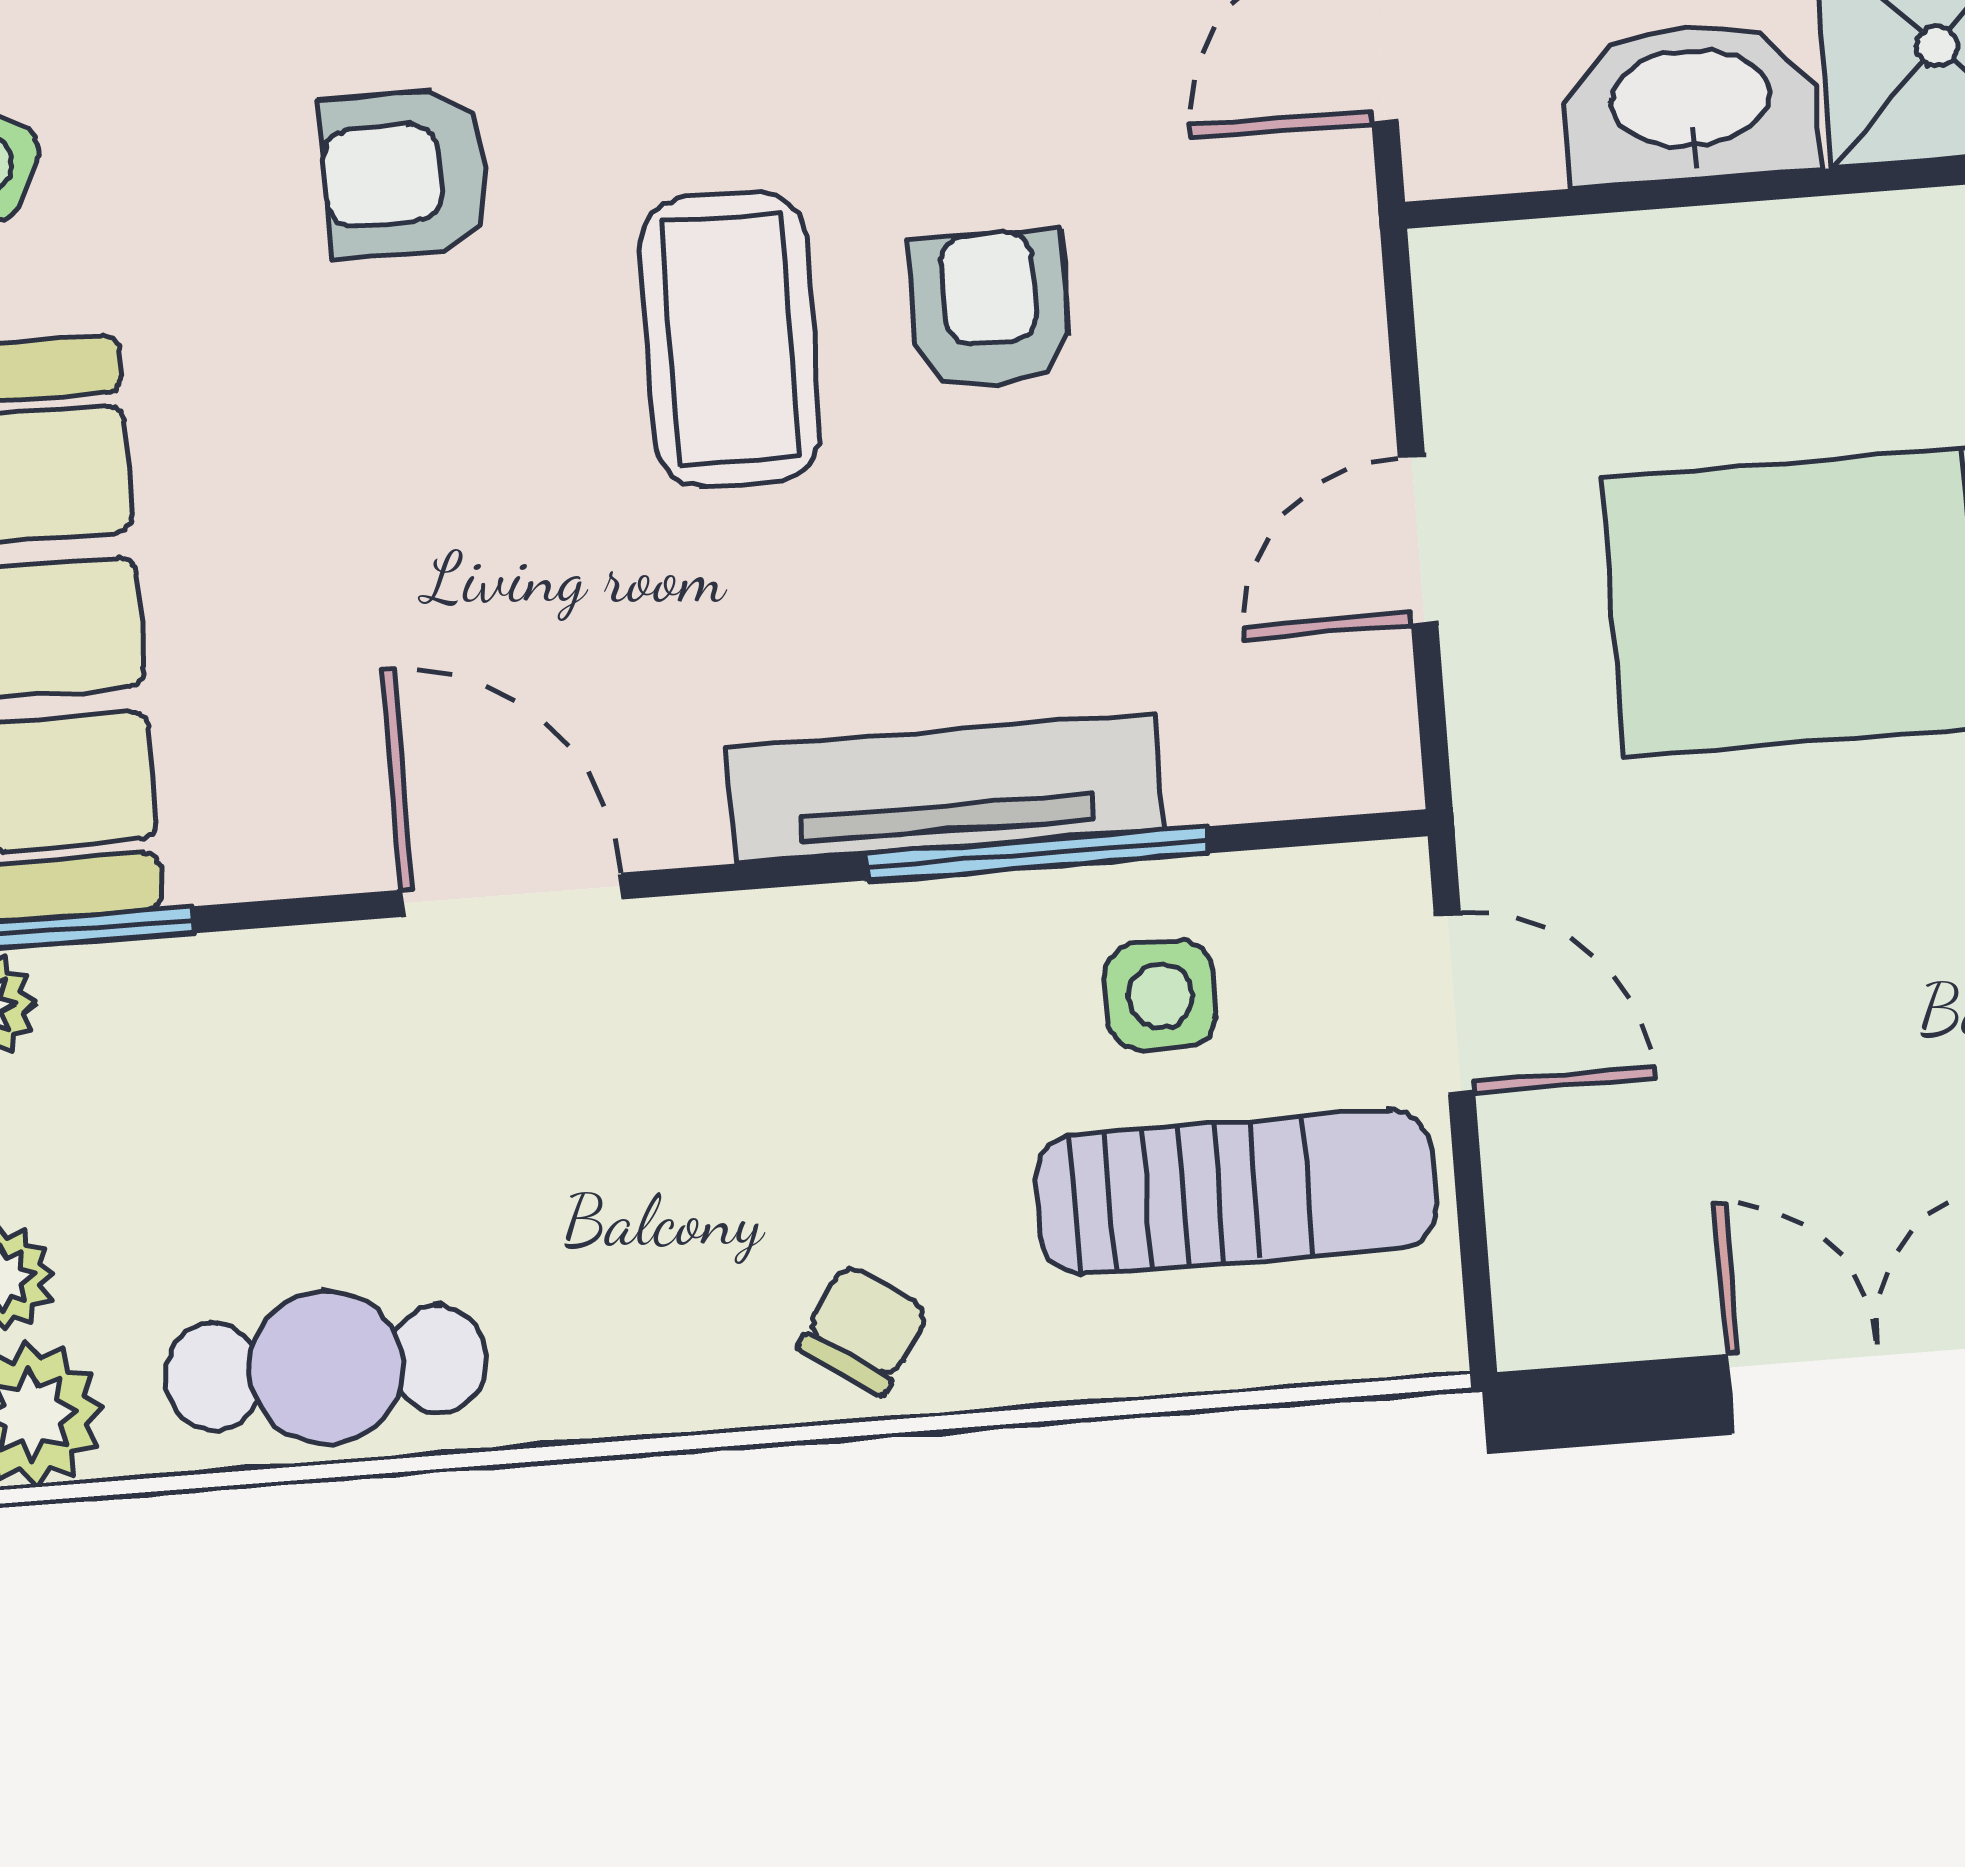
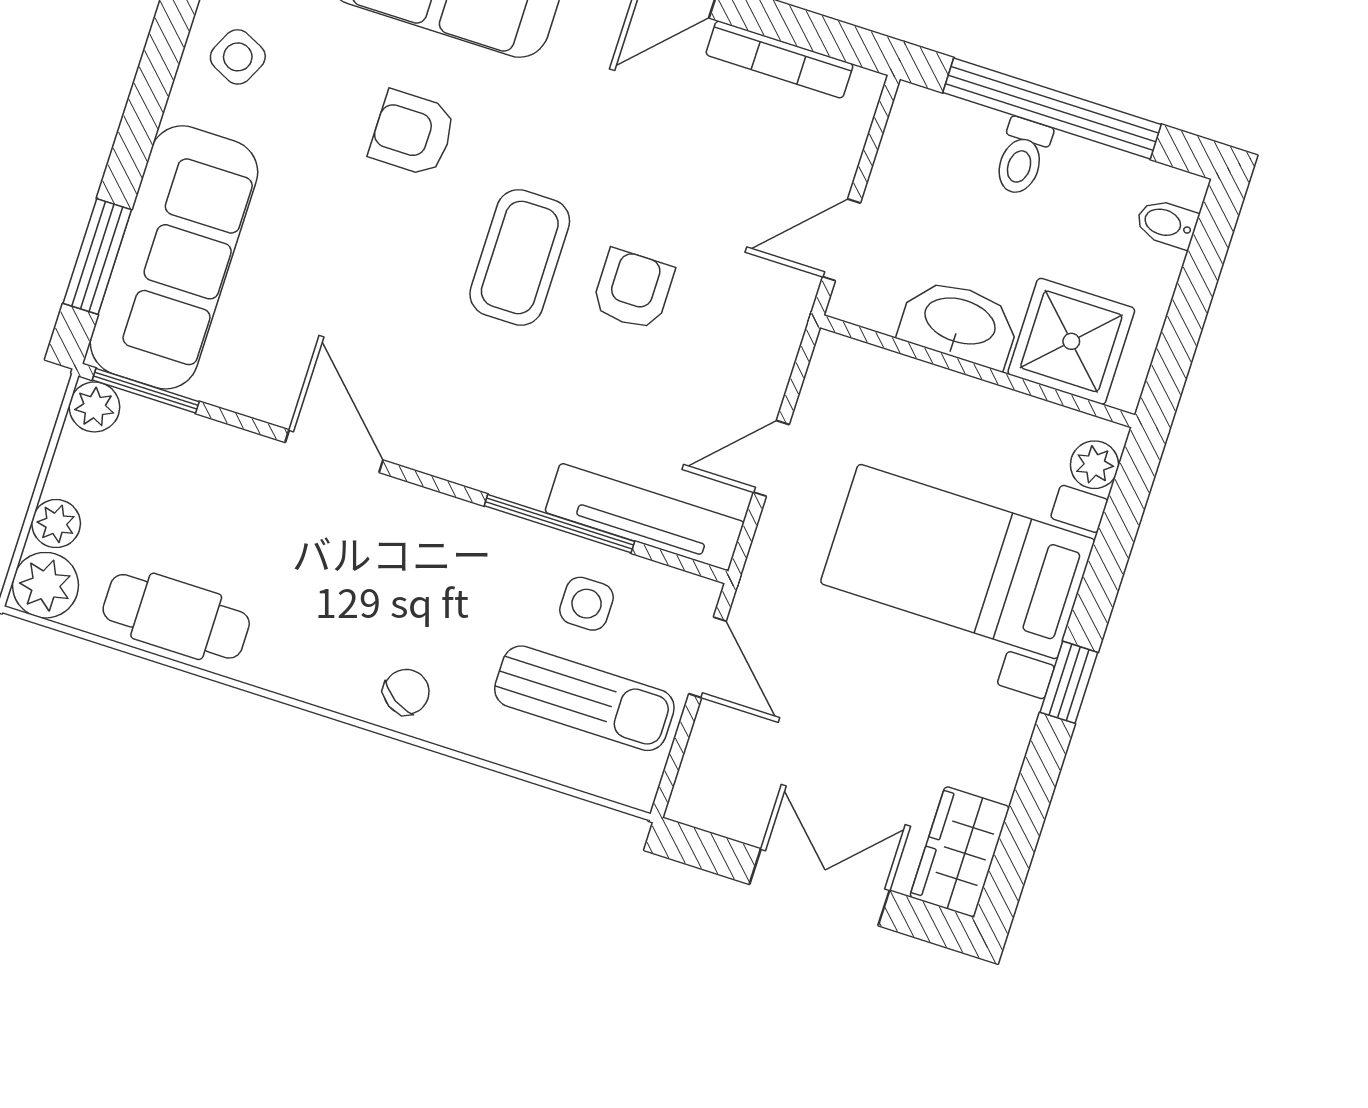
tv unit: (945, 789) -> (645, 517), moved

